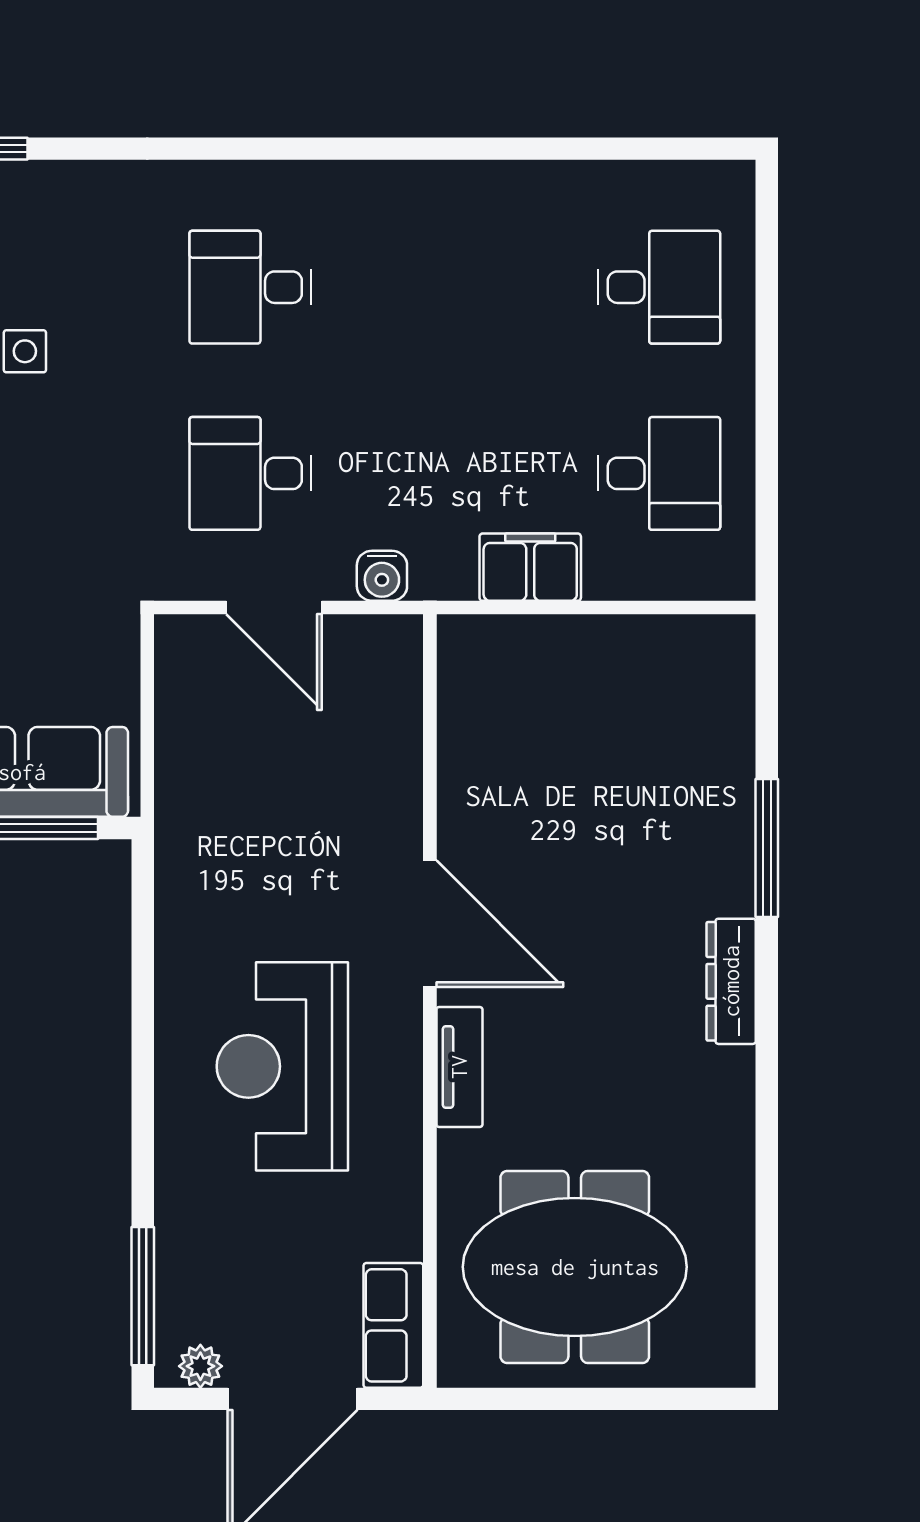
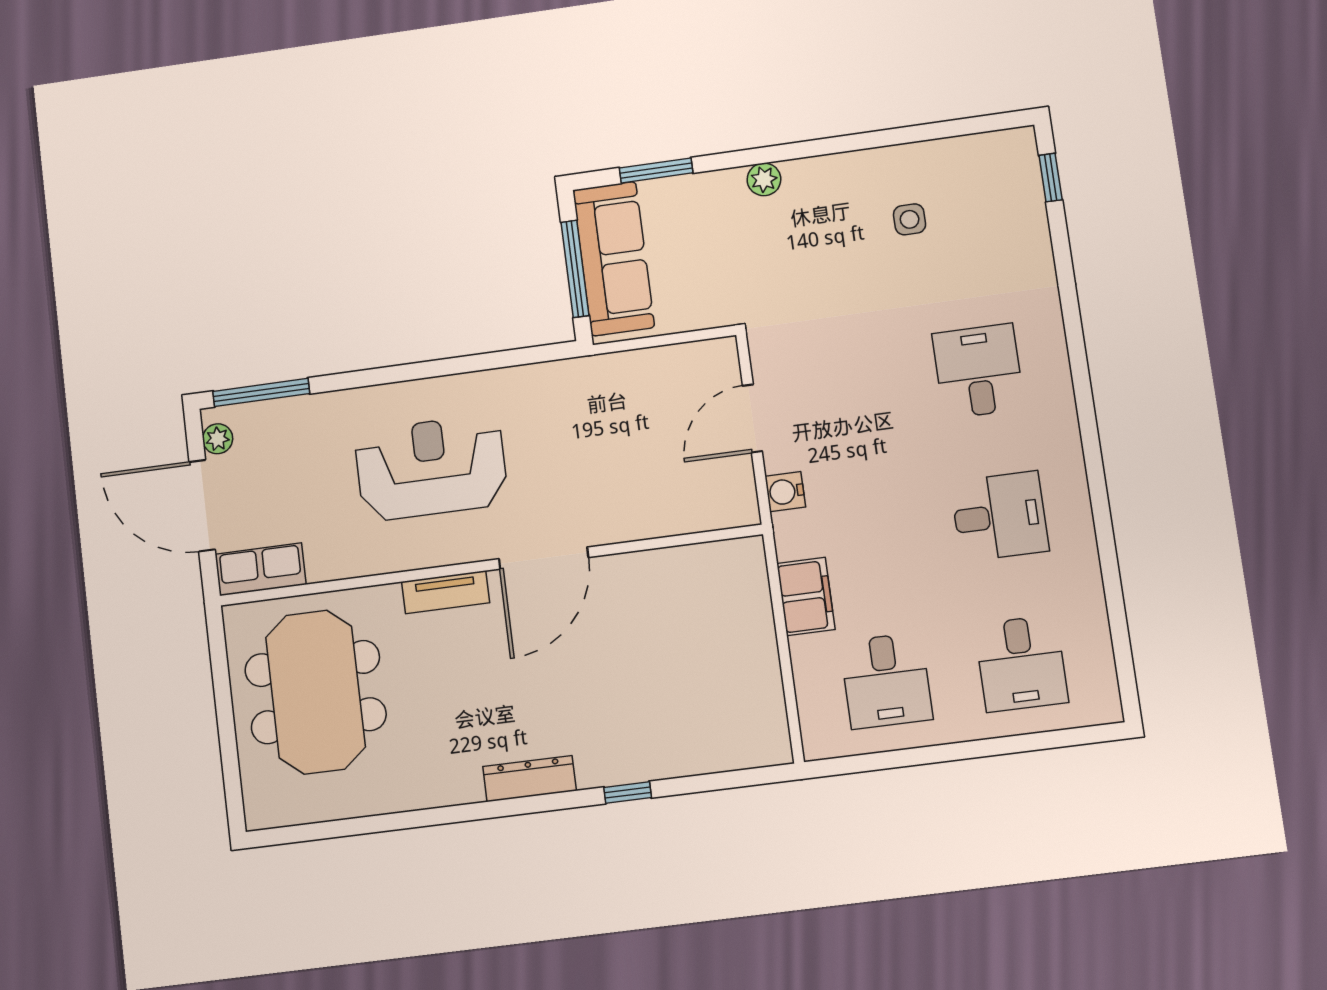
desk: (251, 473) -> (1000, 516), moved, turned 90
window: (767, 848) -> (628, 792), width x0.46

